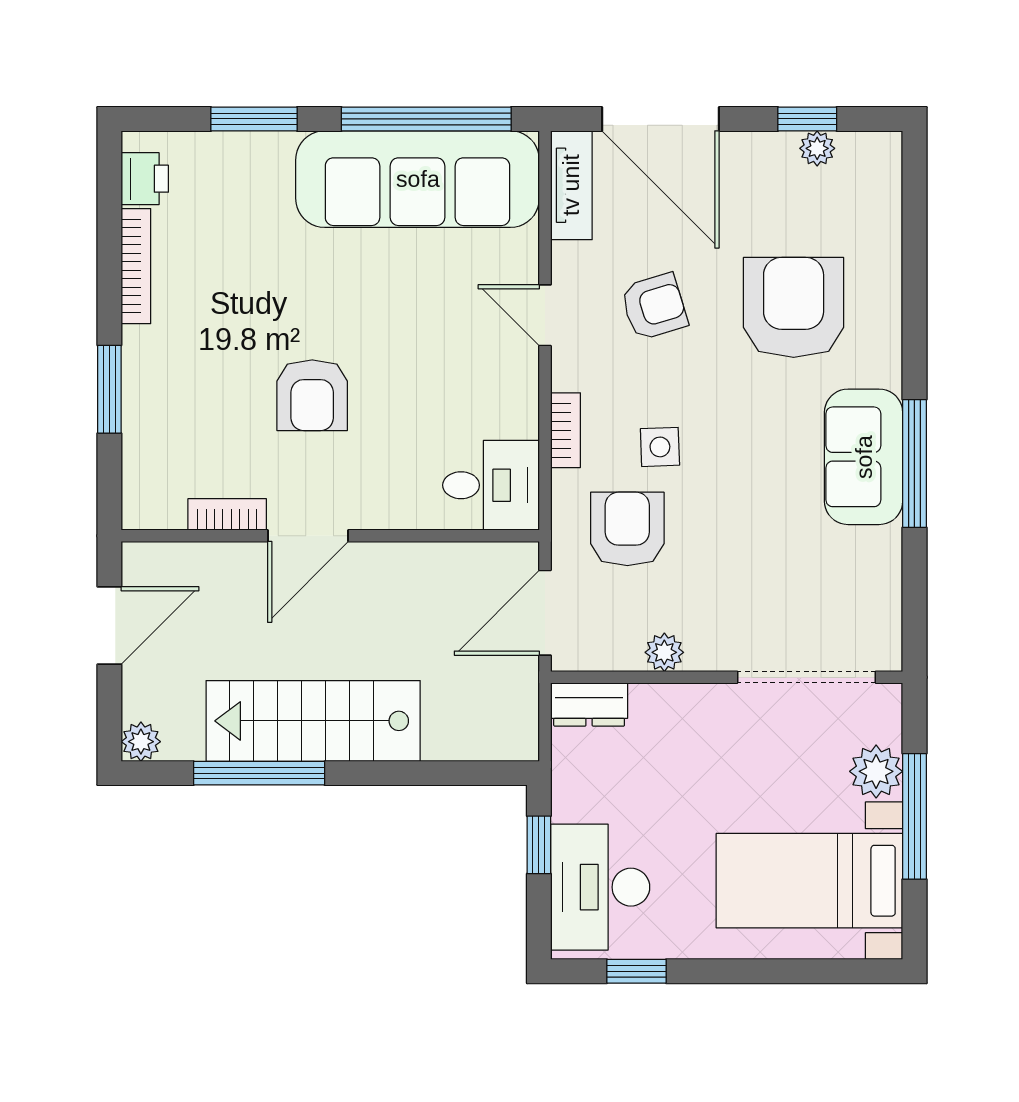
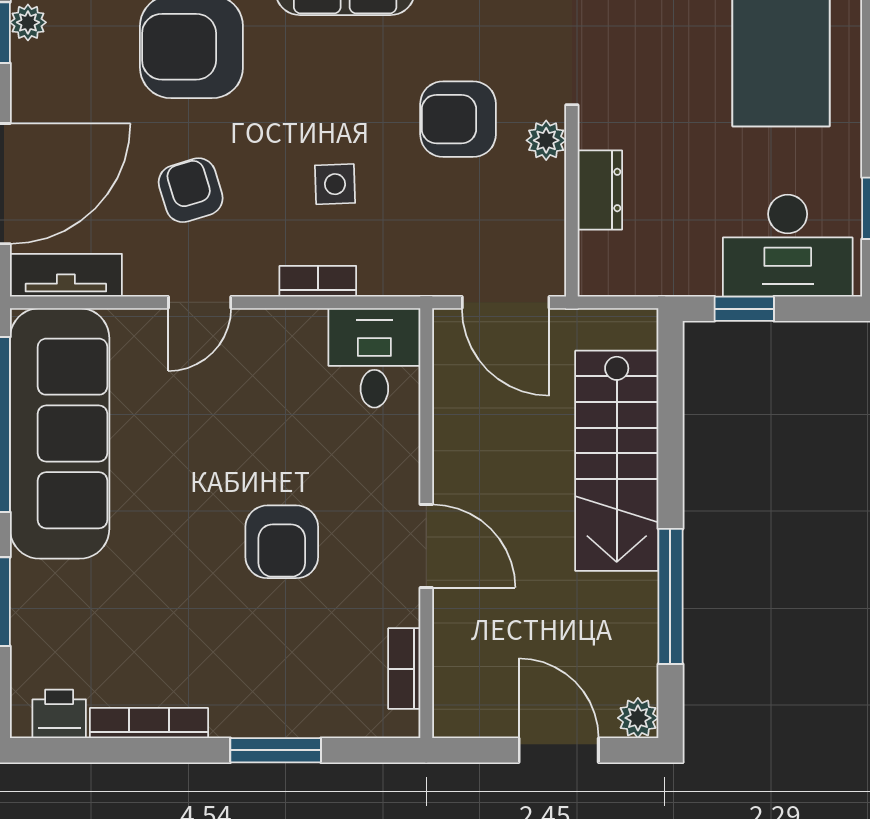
armchair: (312, 395) -> (282, 542), turned 90
bookcase: (227, 514) -> (404, 669), moved
armchair: (627, 529) -> (458, 119), moved
door: (109, 626) -> (559, 750), moved
plant: (664, 652) -> (546, 140), moved
dresser: (589, 705) -> (600, 190), moved
stairs: (313, 721) -> (617, 461), moved

